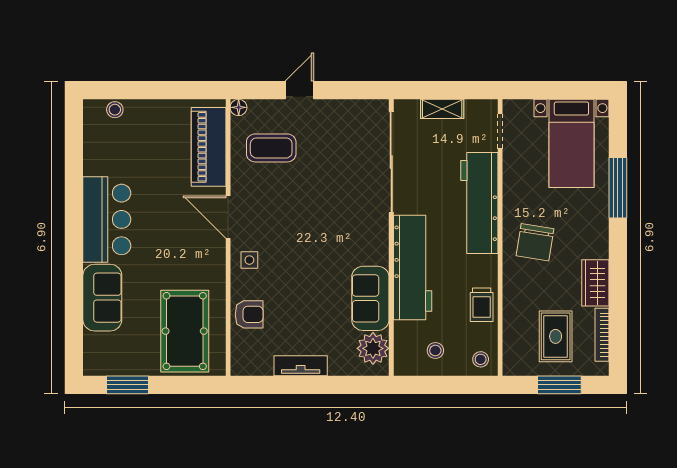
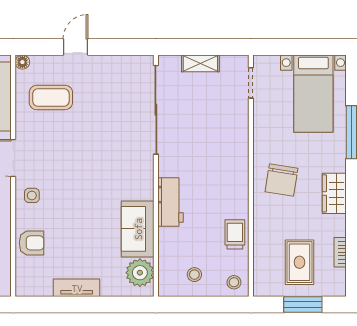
workbench: (479, 203) -> (233, 146), removed
workbench: (413, 267) -> (170, 202), width x0.53, depth x0.76
wardrobe: (595, 283) -> (334, 193), moved
trolley: (482, 305) -> (235, 234), turned 180
bookcase: (602, 335) -> (340, 252), width x0.64

